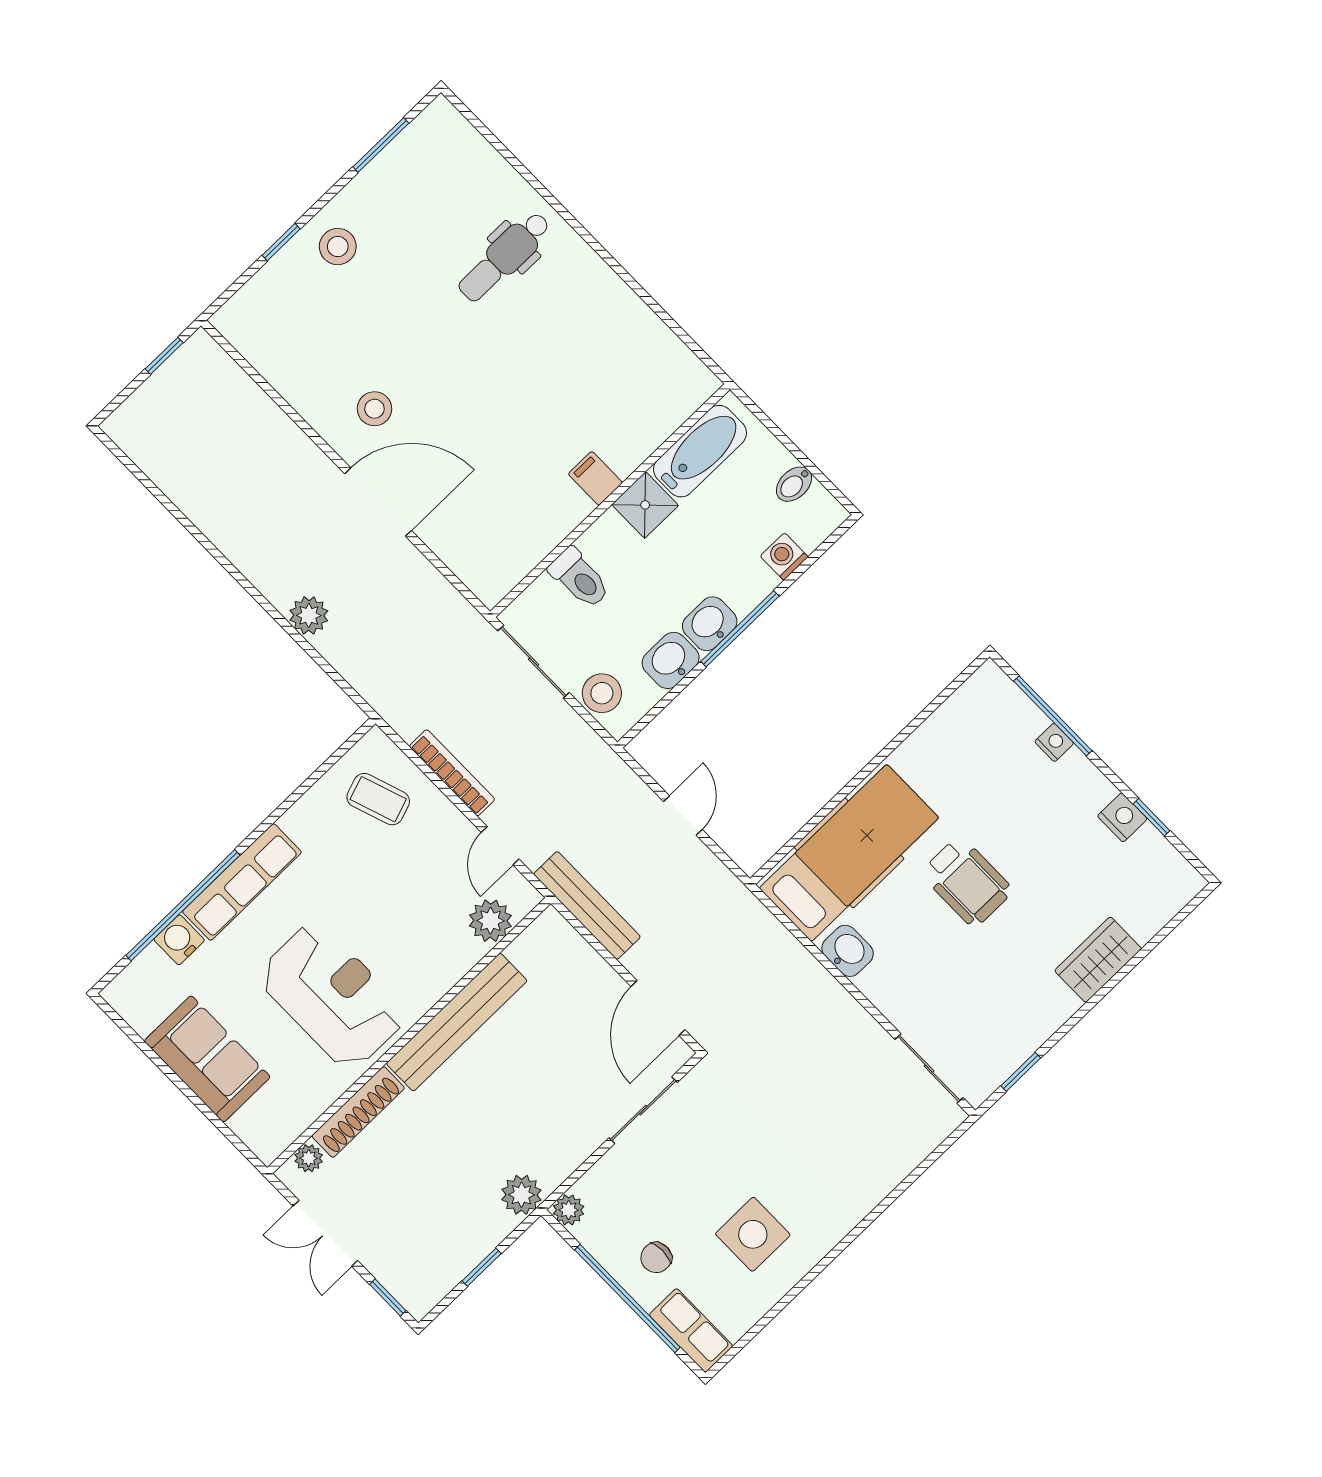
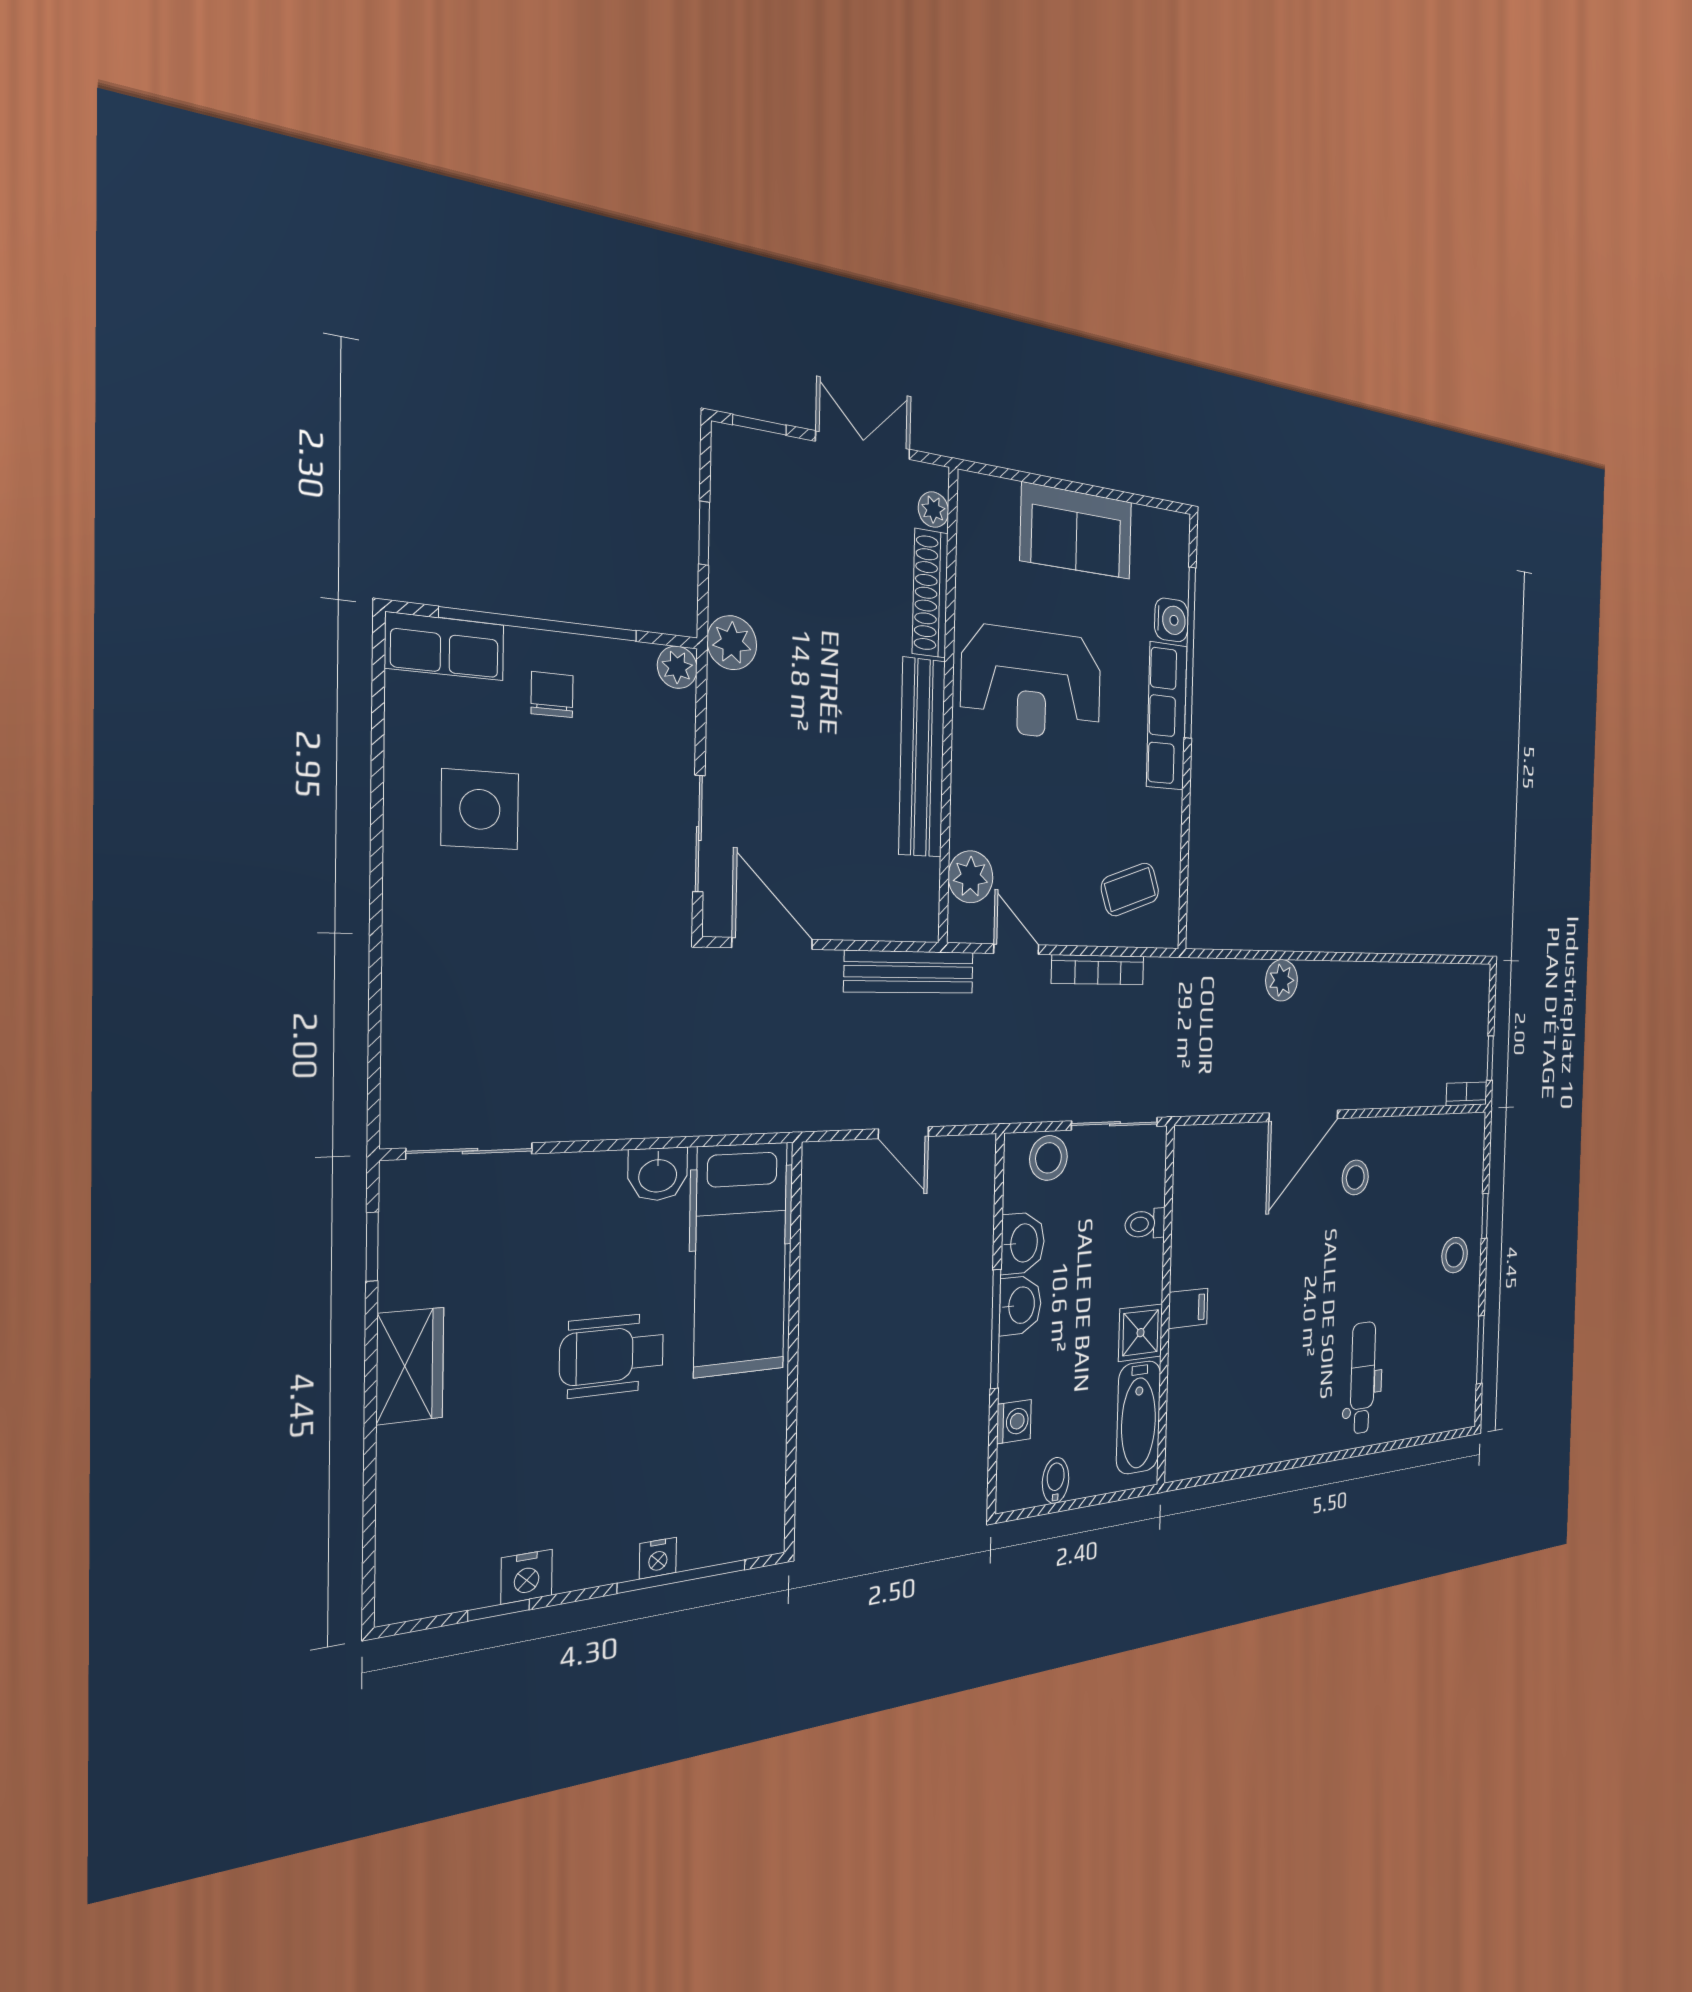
bookcase: (213, 354) -> (1467, 1094), added
toilet: (580, 578) -> (1145, 1224), width x0.73, depth x0.72
wardrobe: (1098, 960) -> (410, 1366), moved

